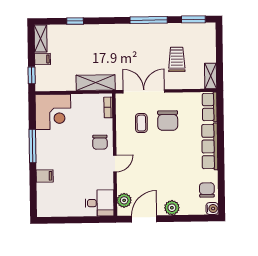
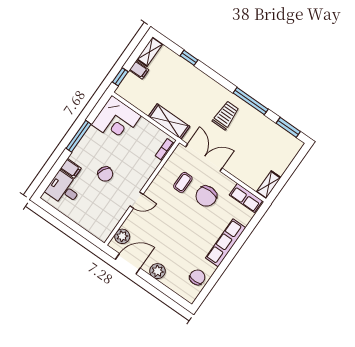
trolley: (177, 59) -> (226, 115), moved
row of seats: (210, 107) -> (246, 198), moved, turned -90
chair: (100, 142) -> (105, 174), moved, turned -61
desk: (100, 203) -> (64, 189), moved, turned 180
water cooler: (212, 209) -> (190, 296), removed

